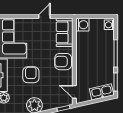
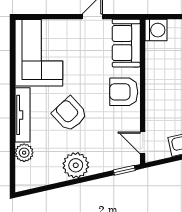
armchair: (31, 75) -> (70, 114), turned -43

